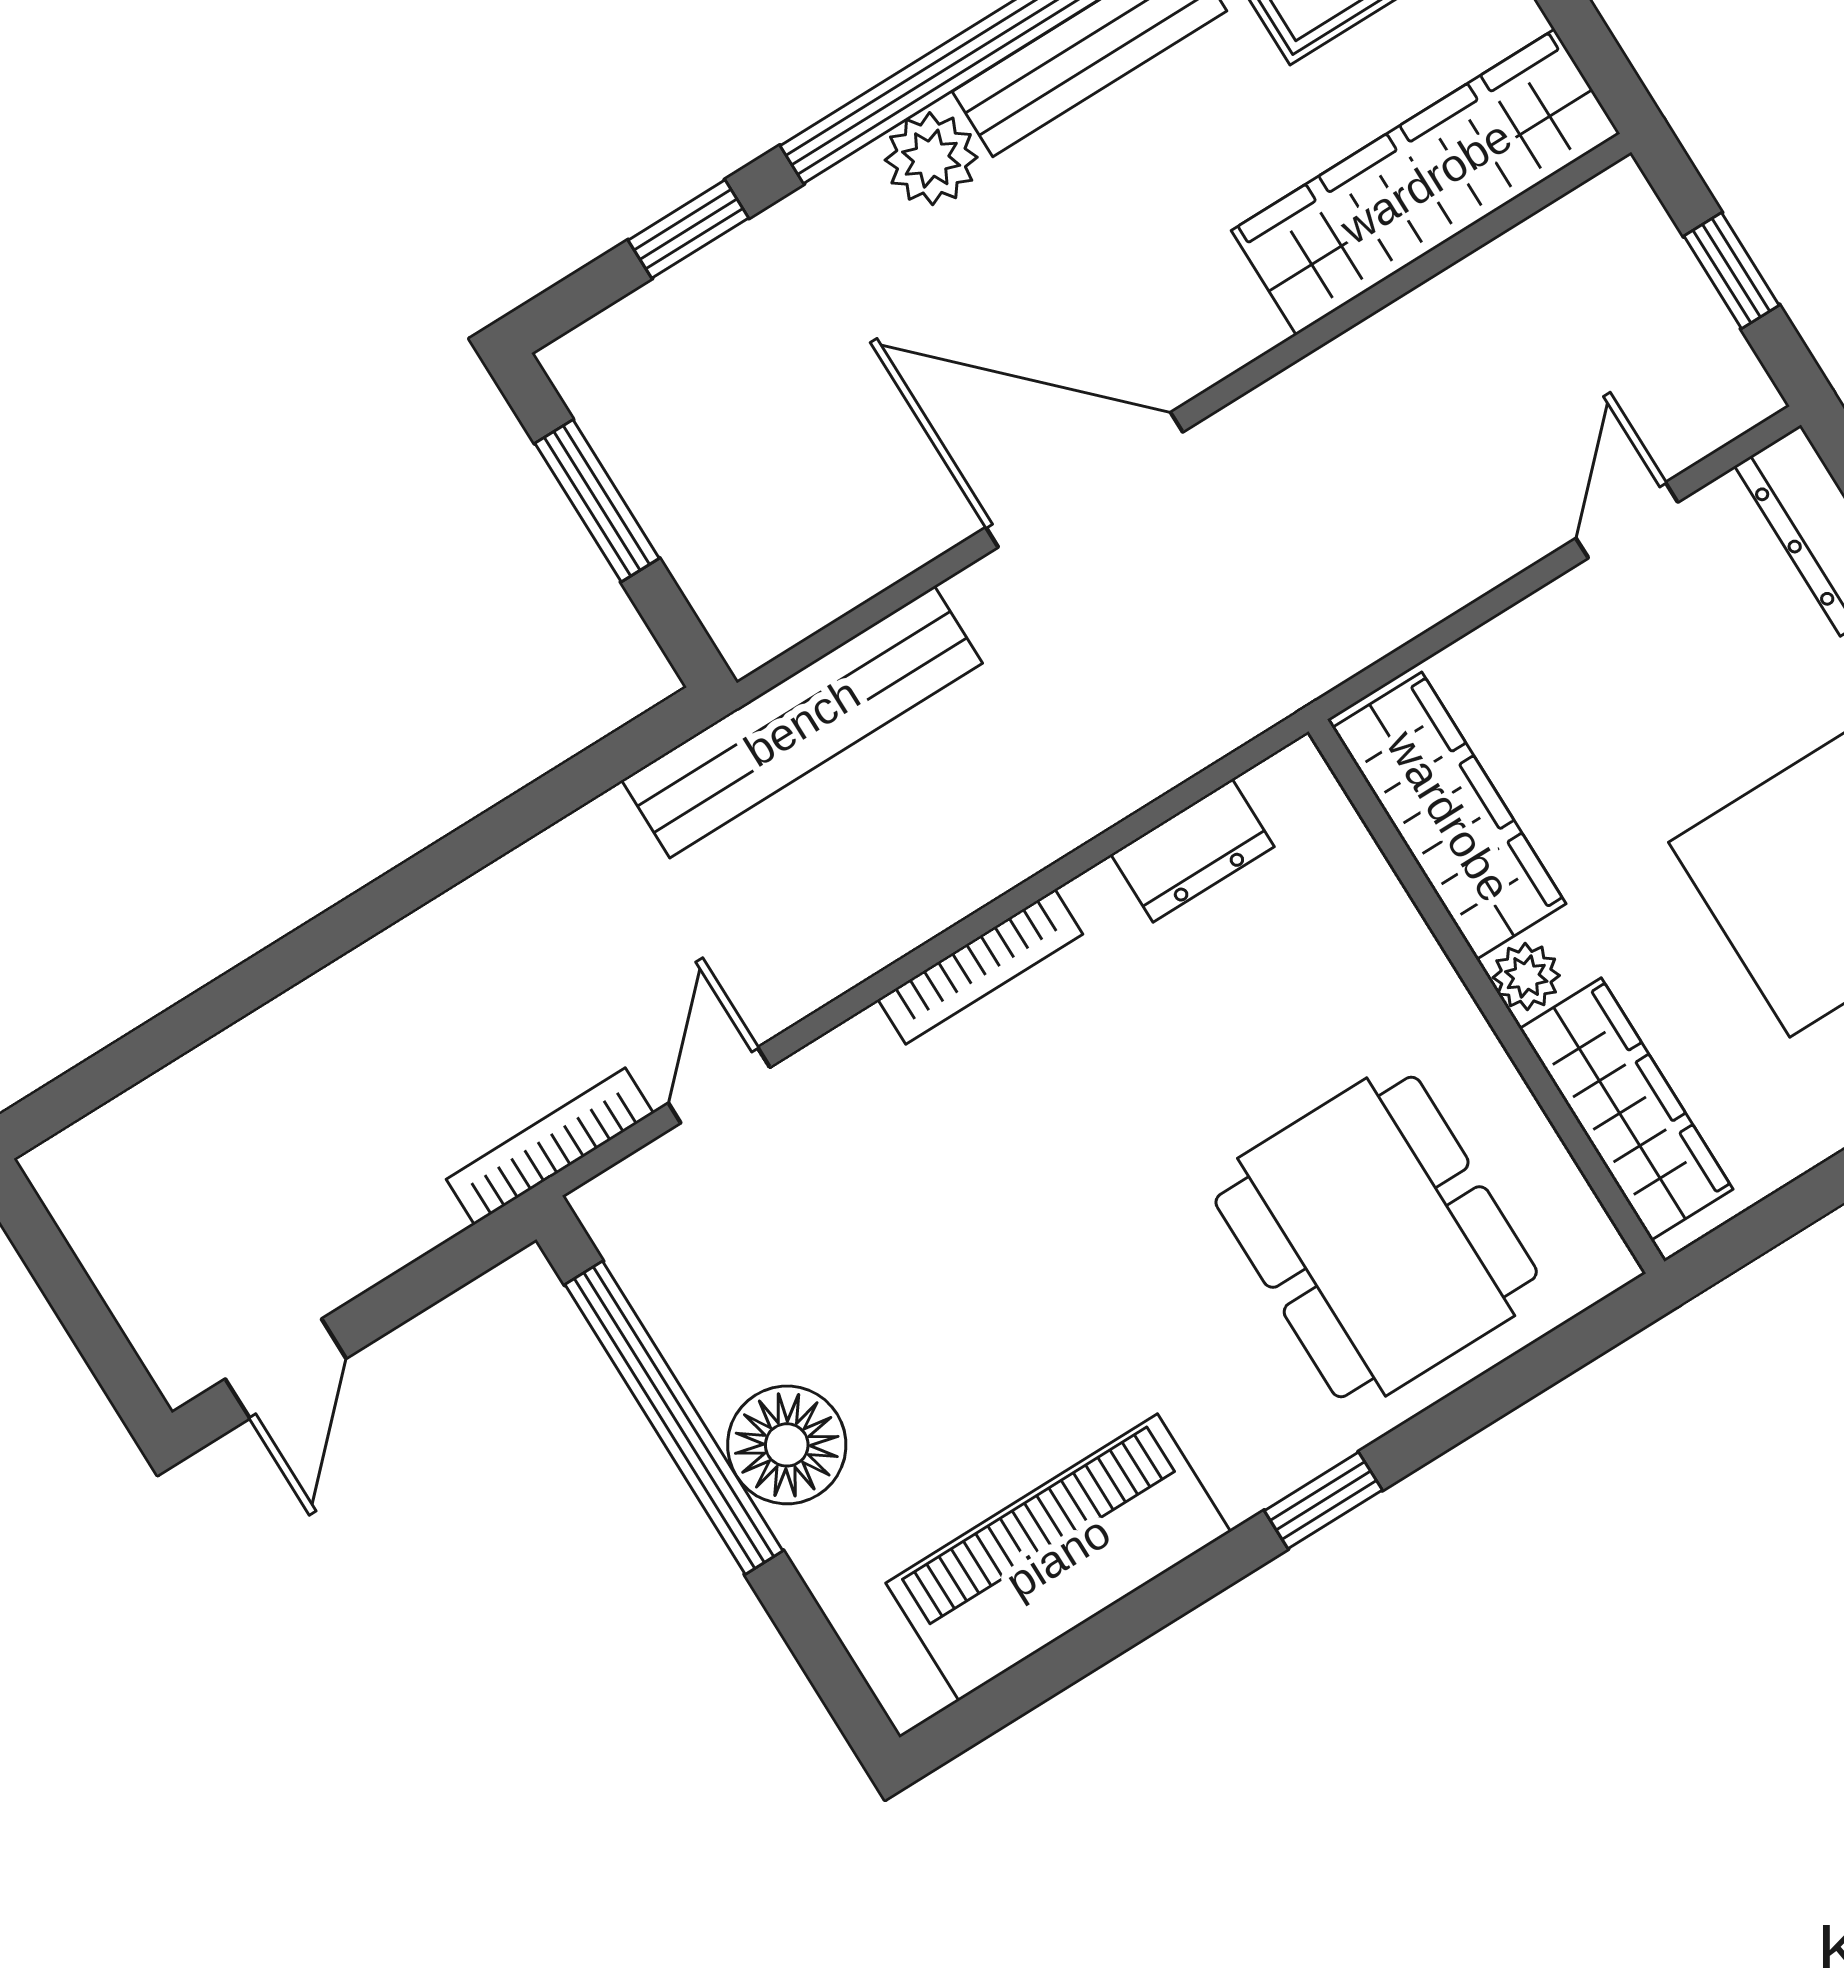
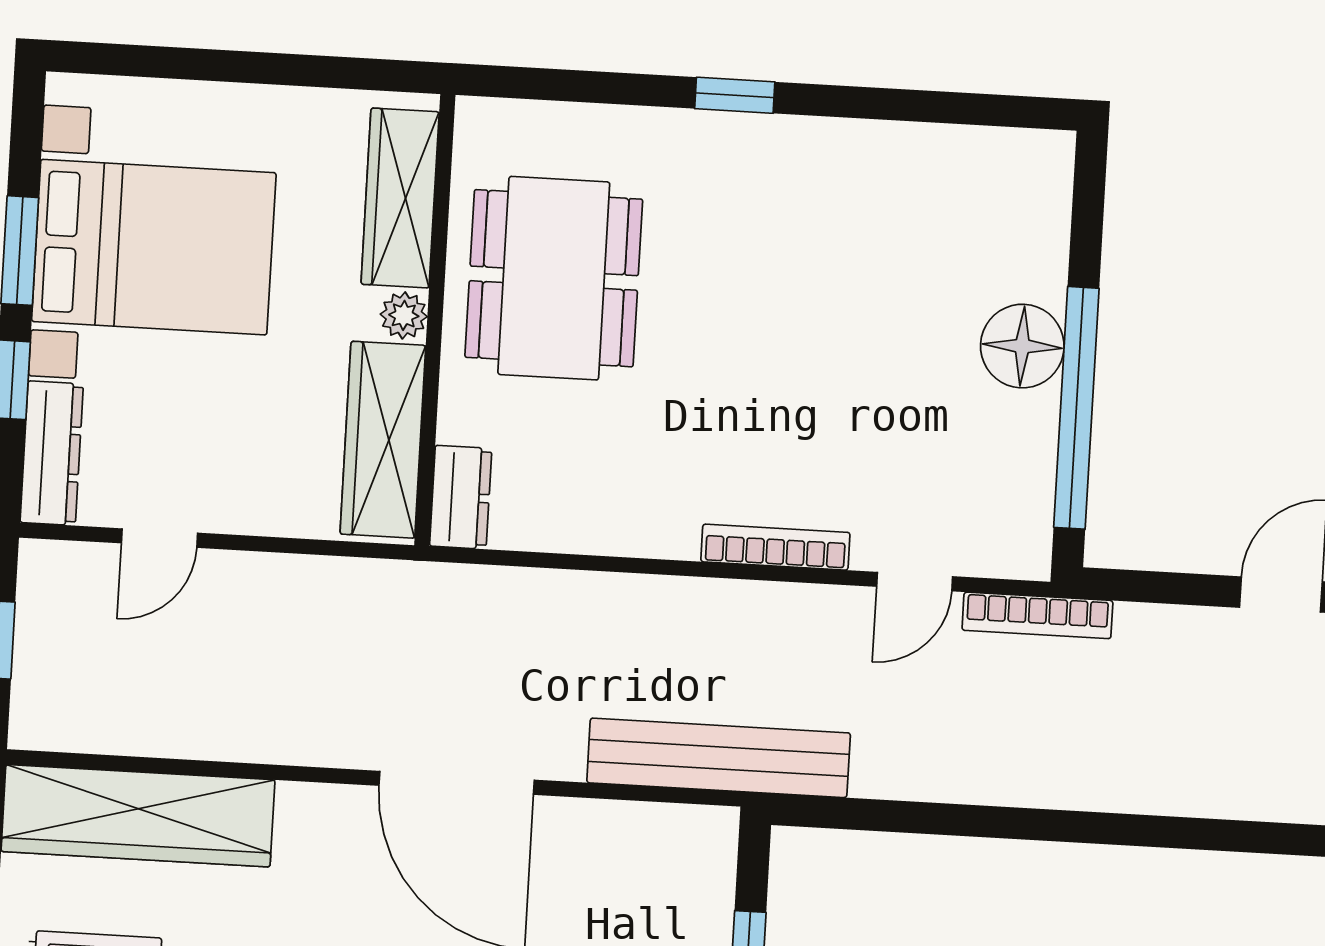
dresser: (1192, 851) -> (461, 497), moved, turned 90
bookcase: (980, 967) -> (775, 547), moved
dining table: (1376, 1237) -> (554, 278), moved
piano: (1058, 1557) -> (911, 170), removed

